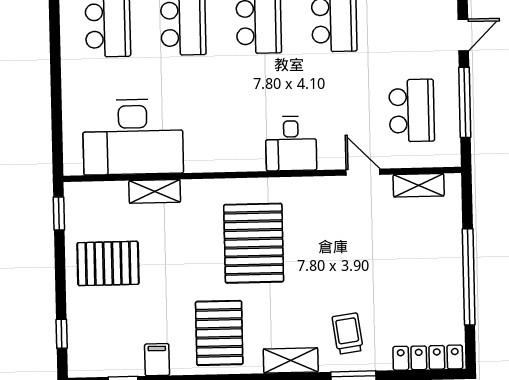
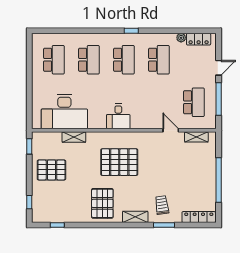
desk: (291, 144) -> (118, 116), moved
pallet: (254, 243) -> (119, 162), turned 90
filing cabinet: (157, 360) -> (73, 215), removed

